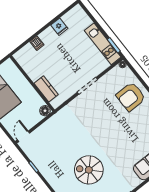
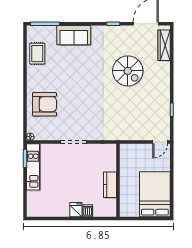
fridge: (59, 27) -> (76, 210), moved
kitchen counter: (46, 89) -> (110, 185), moved
floor lamp: (45, 111) -> (125, 149), removed

